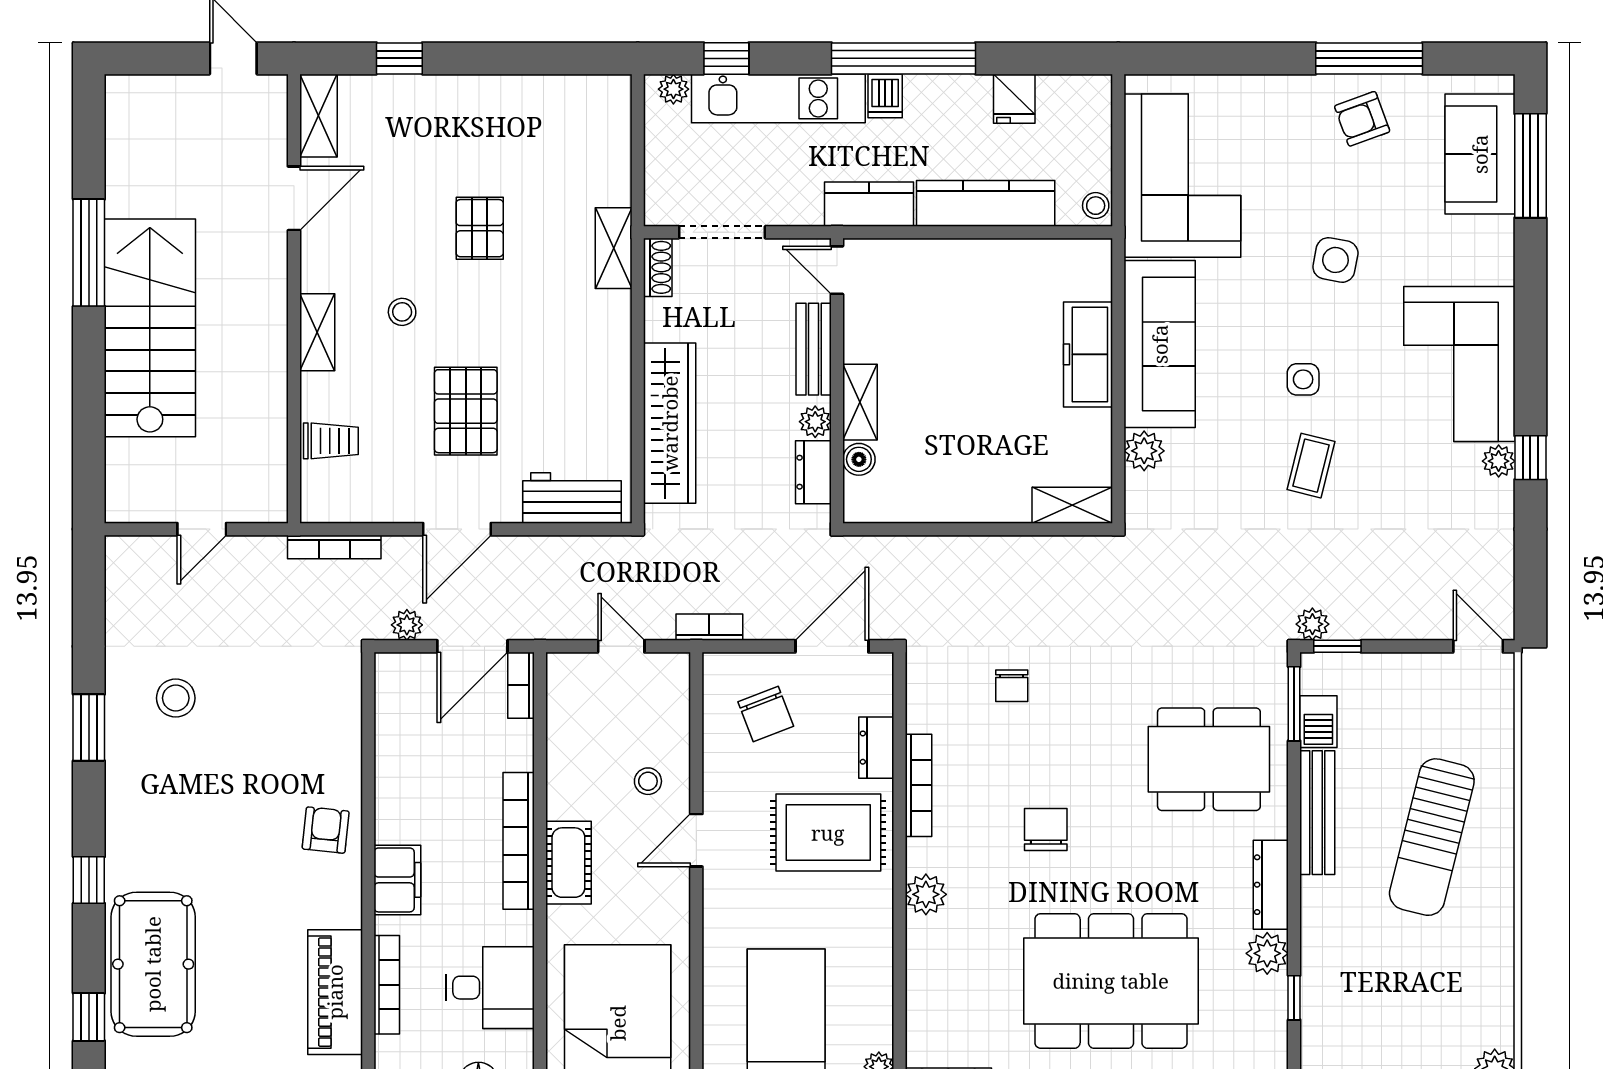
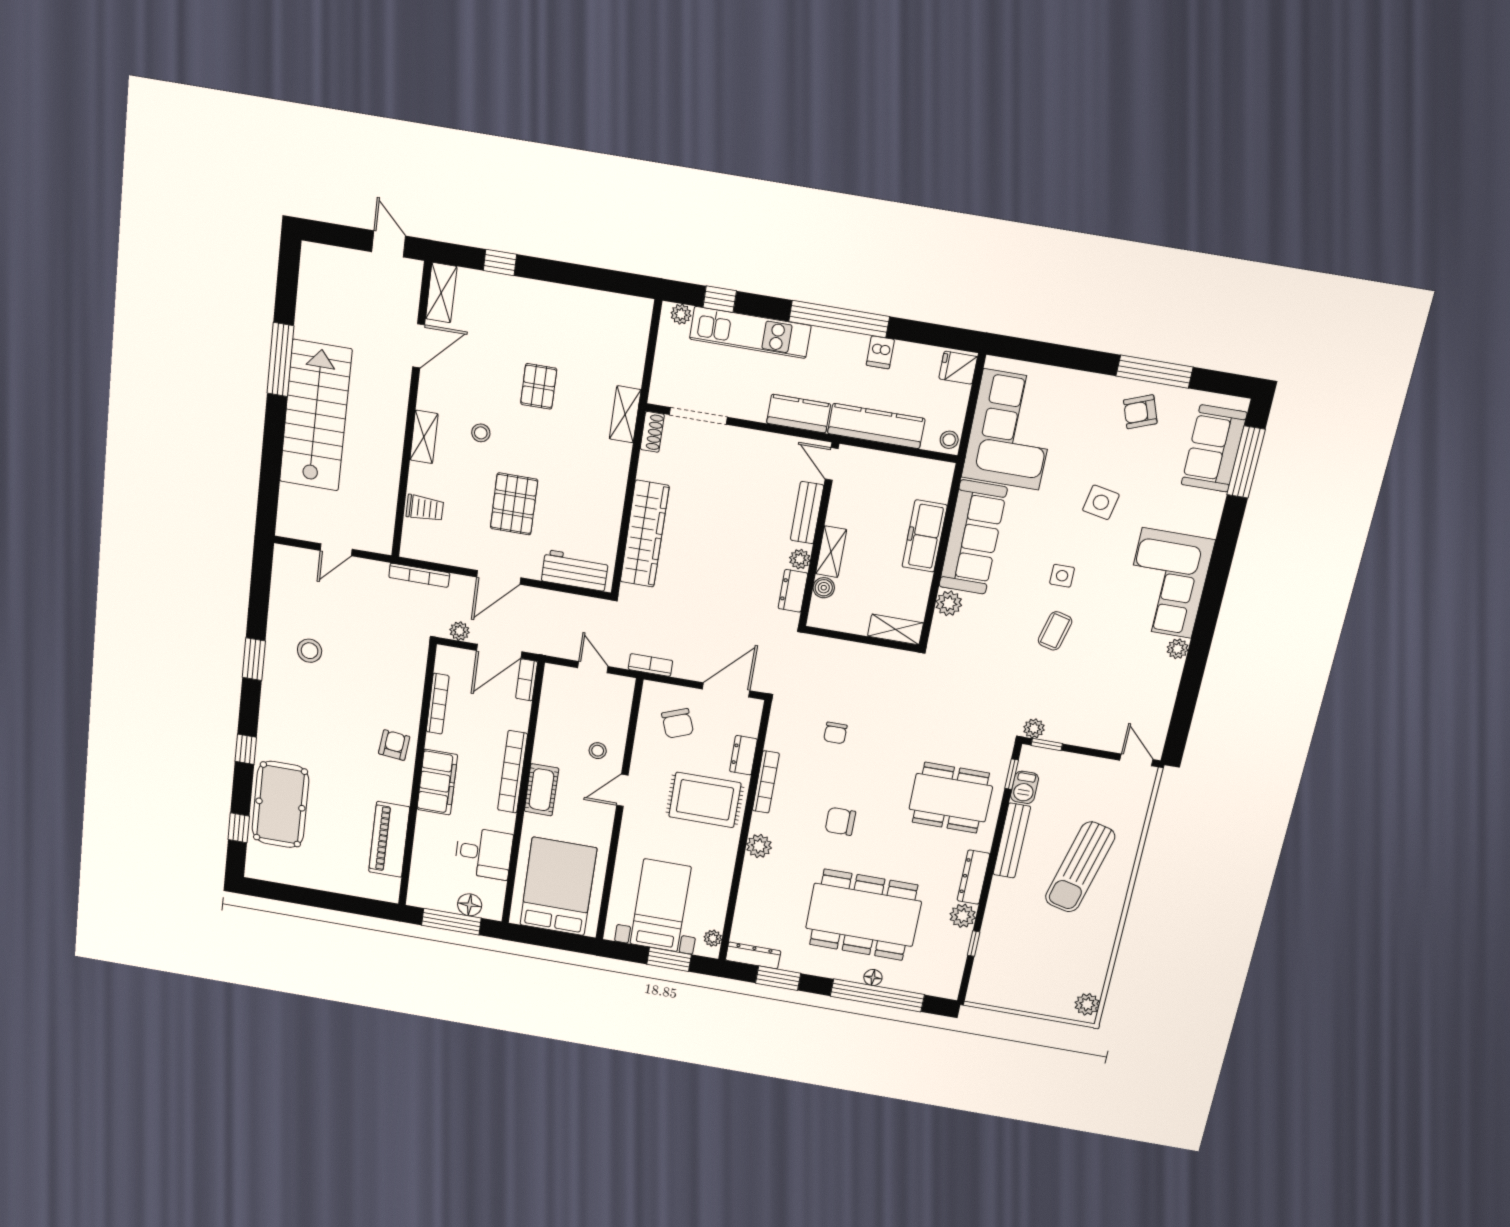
dishwasher: (885, 96) -> (880, 352), moved
fridge: (1014, 99) -> (958, 368), moved, turned 90
door: (837, 270) -> (832, 464), moved
bench: (814, 349) -> (807, 513), moved
wall: (837, 381) -> (819, 535), moved
shelving: (860, 402) -> (831, 552), moved
plant: (815, 422) -> (800, 559), moved
window: (1530, 458) -> (1199, 650), removed
boiler: (859, 459) -> (824, 588), moved
dresser: (813, 472) -> (793, 591), moved
window: (1294, 704) -> (1012, 774), width x0.67
chair: (1046, 829) -> (840, 821), turned -90
filing cabinet: (397, 880) -> (437, 782), width x1.50, depth x1.17
bookcase: (387, 985) -> (438, 704), moved

